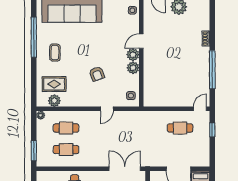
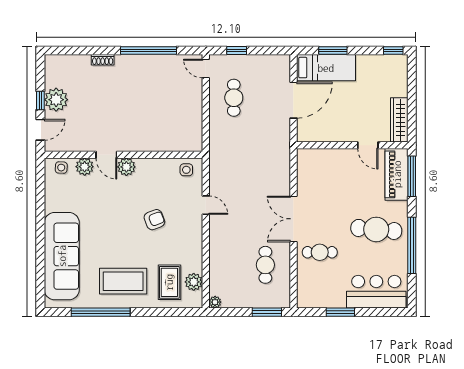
coffee table: (55, 53) -> (123, 281), width x1.86, depth x1.72
plant: (133, 68) -> (85, 167), moved
cafe table: (66, 128) -> (234, 265), removed
double door: (125, 169) -> (293, 219), moved

